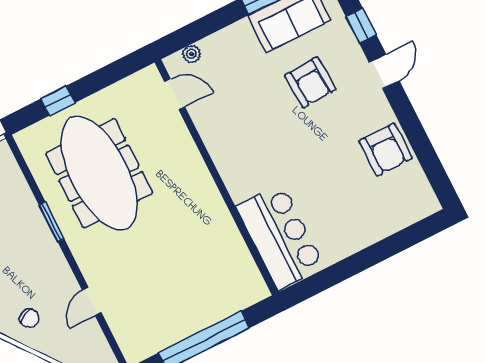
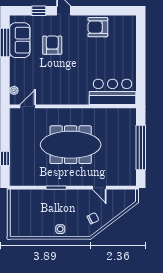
armchair: (310, 82) -> (52, 45), turned -87
armchair: (386, 150) -> (98, 27), turned 180
meeting table: (99, 173) -> (71, 145), moved

